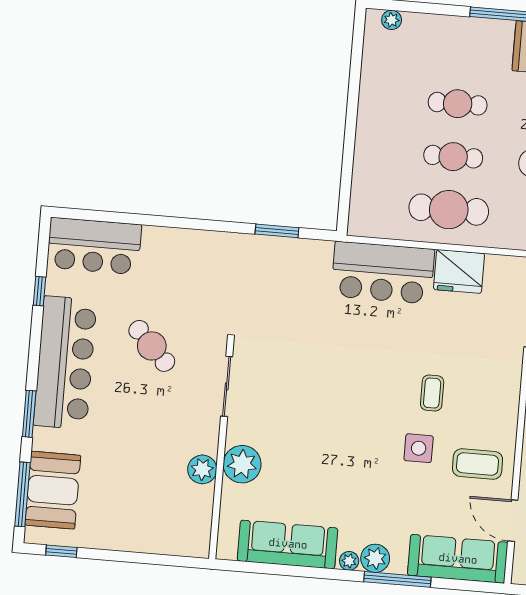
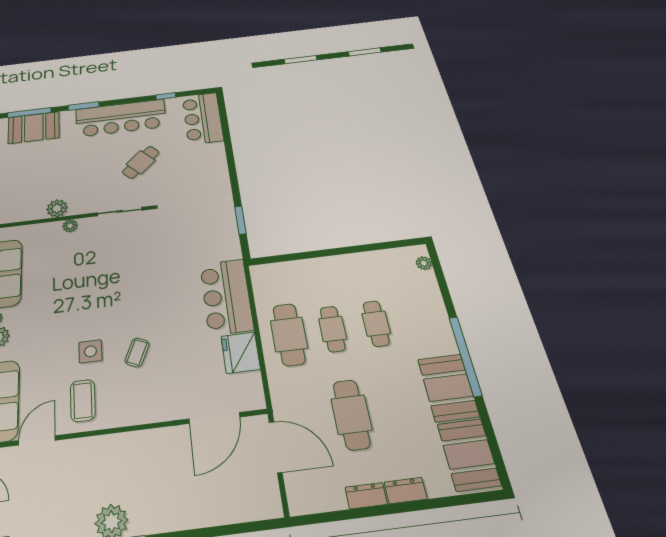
coffee table: (432, 393) -> (137, 352), turned -66
plant: (242, 464) -> (70, 226), width x0.53, depth x0.53

